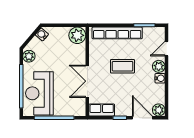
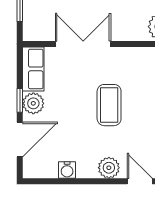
water cooler: (160, 78) -> (67, 170), moved
plant: (159, 110) -> (33, 103), moved

